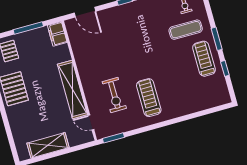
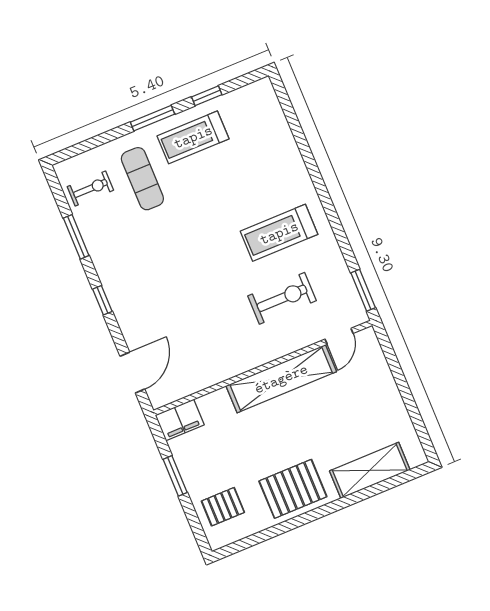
window: (28, 28) -> (175, 476), width x0.69
shelving: (48, 145) -> (370, 470), moved, turned 90

